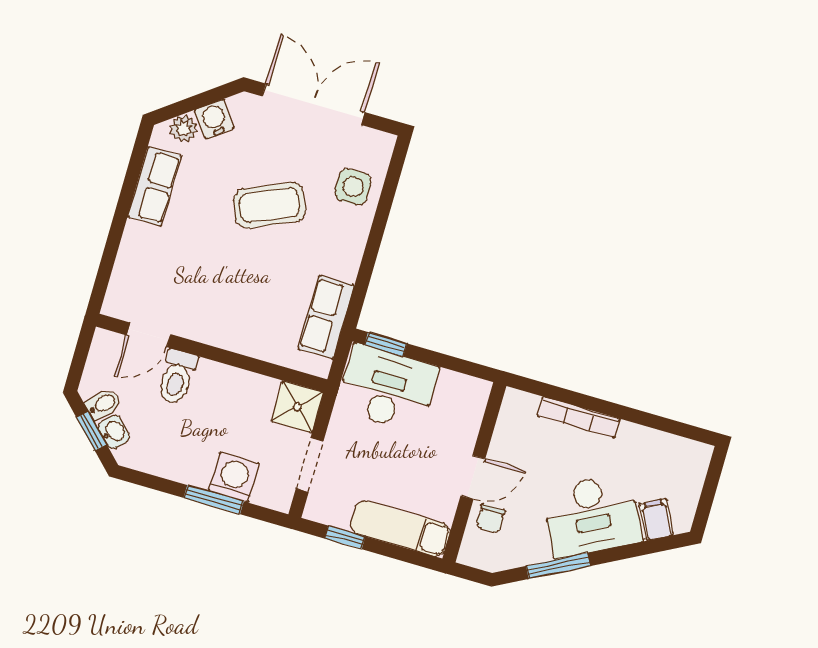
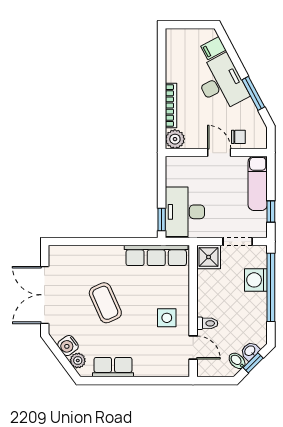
side table: (353, 187) -> (167, 318), moved
row of seats: (326, 317) -> (156, 255), width x1.48
toilet: (177, 377) -> (207, 323), width x0.73, depth x0.72
plant: (518, 408) -> (175, 139), added
window: (214, 500) -> (271, 287), width x2.11

